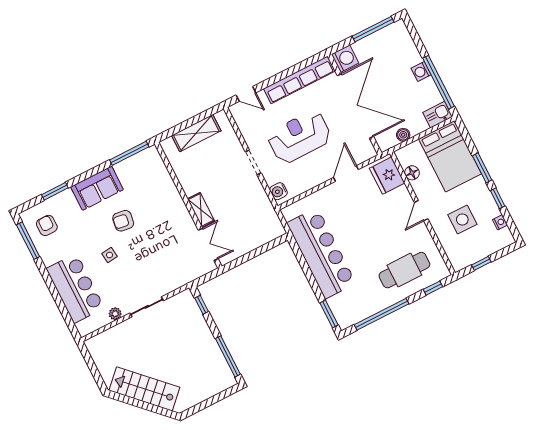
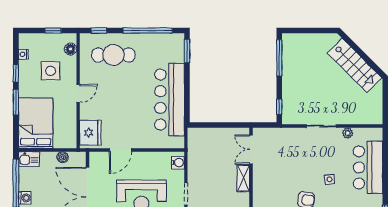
floor lamp: (412, 173) -> (70, 49), moved

